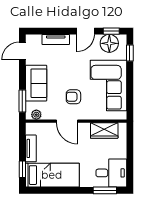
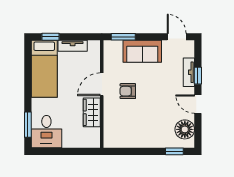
window: (111, 31) -> (198, 76), moved
corner sofa: (108, 86) -> (140, 128), removed
armchair: (73, 97) -> (128, 91), turned -90
plant: (36, 115) -> (109, 52), removed
wardrobe: (104, 131) -> (92, 112), moved

